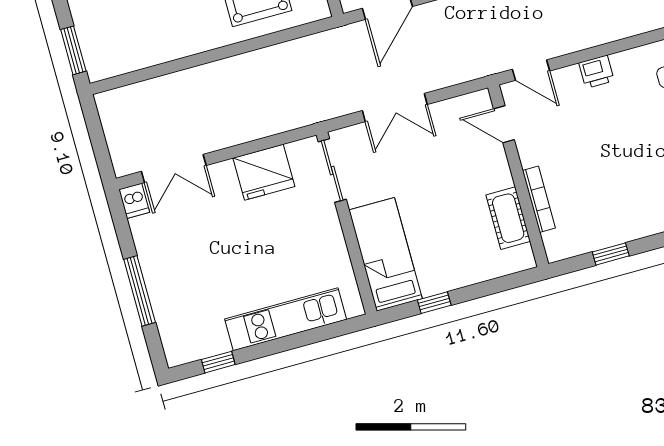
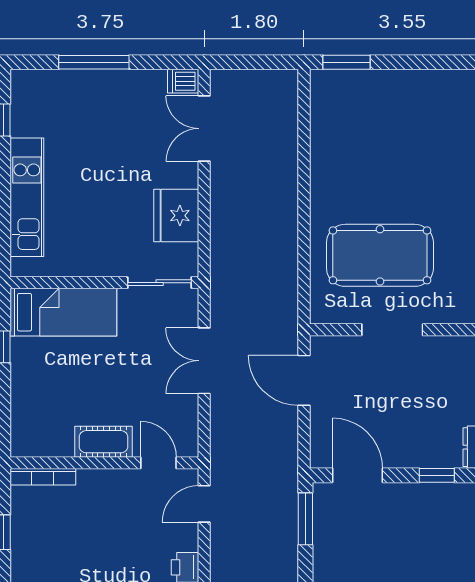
door: (504, 124) -> (159, 463), hinge flipped
bookcase: (539, 199) -> (43, 477), moved
cot: (508, 218) -> (104, 442), moved

